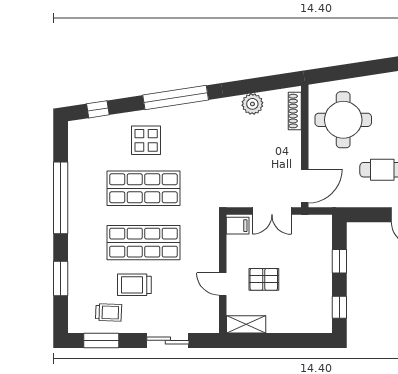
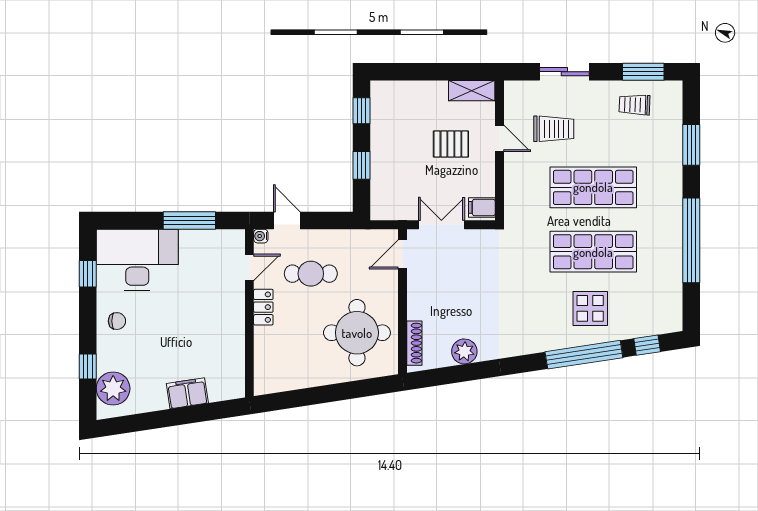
window: (176, 97) -> (584, 355), moved
door: (305, 186) -> (402, 254), width x0.73
trolley: (134, 285) -> (554, 129), moved

